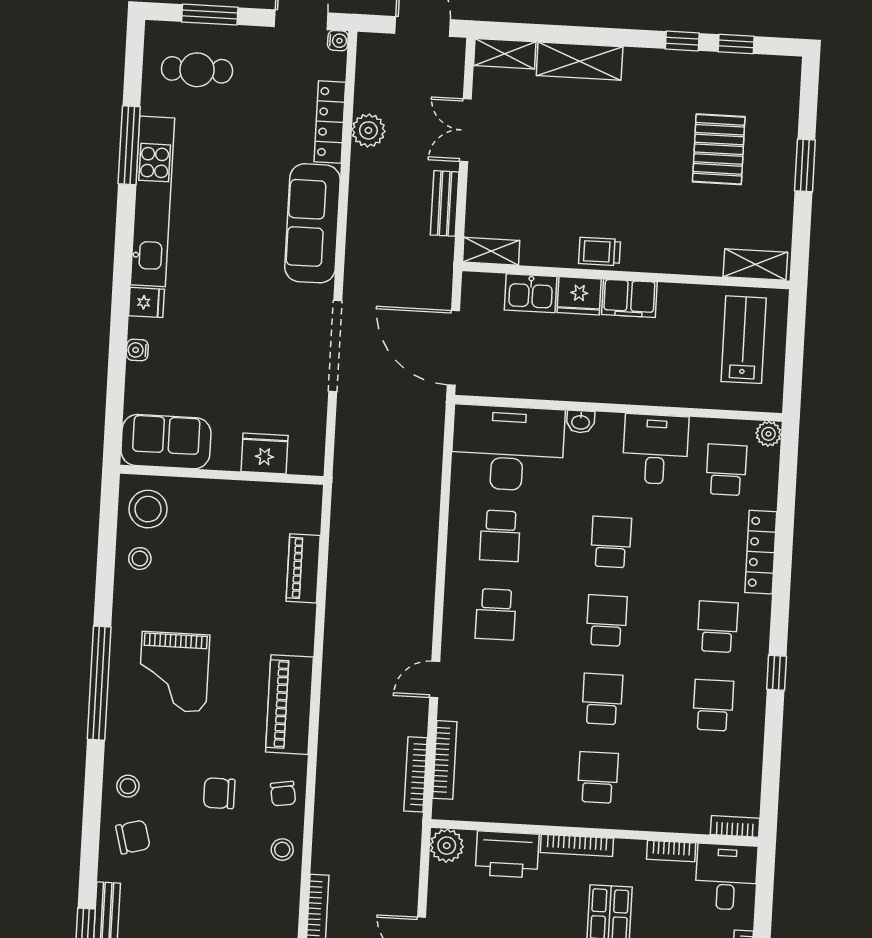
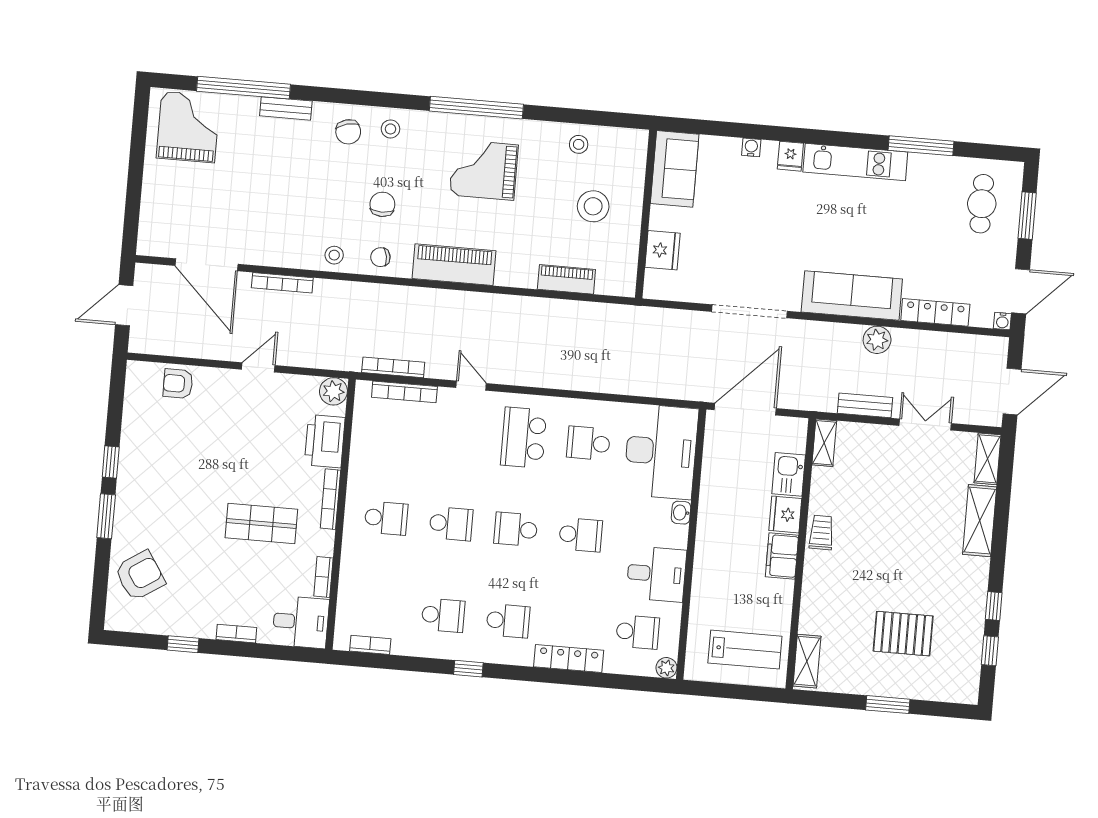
plant: (368, 130) -> (877, 340), moved
kitchen unit: (152, 201) -> (855, 162), width x0.73
stool: (148, 509) -> (593, 206), moved
school desk: (496, 614) -> (524, 438), width x1.85
school desk: (607, 621) -> (516, 529), turned 180
bookcase: (735, 826) -> (370, 645), moved, turned -90

